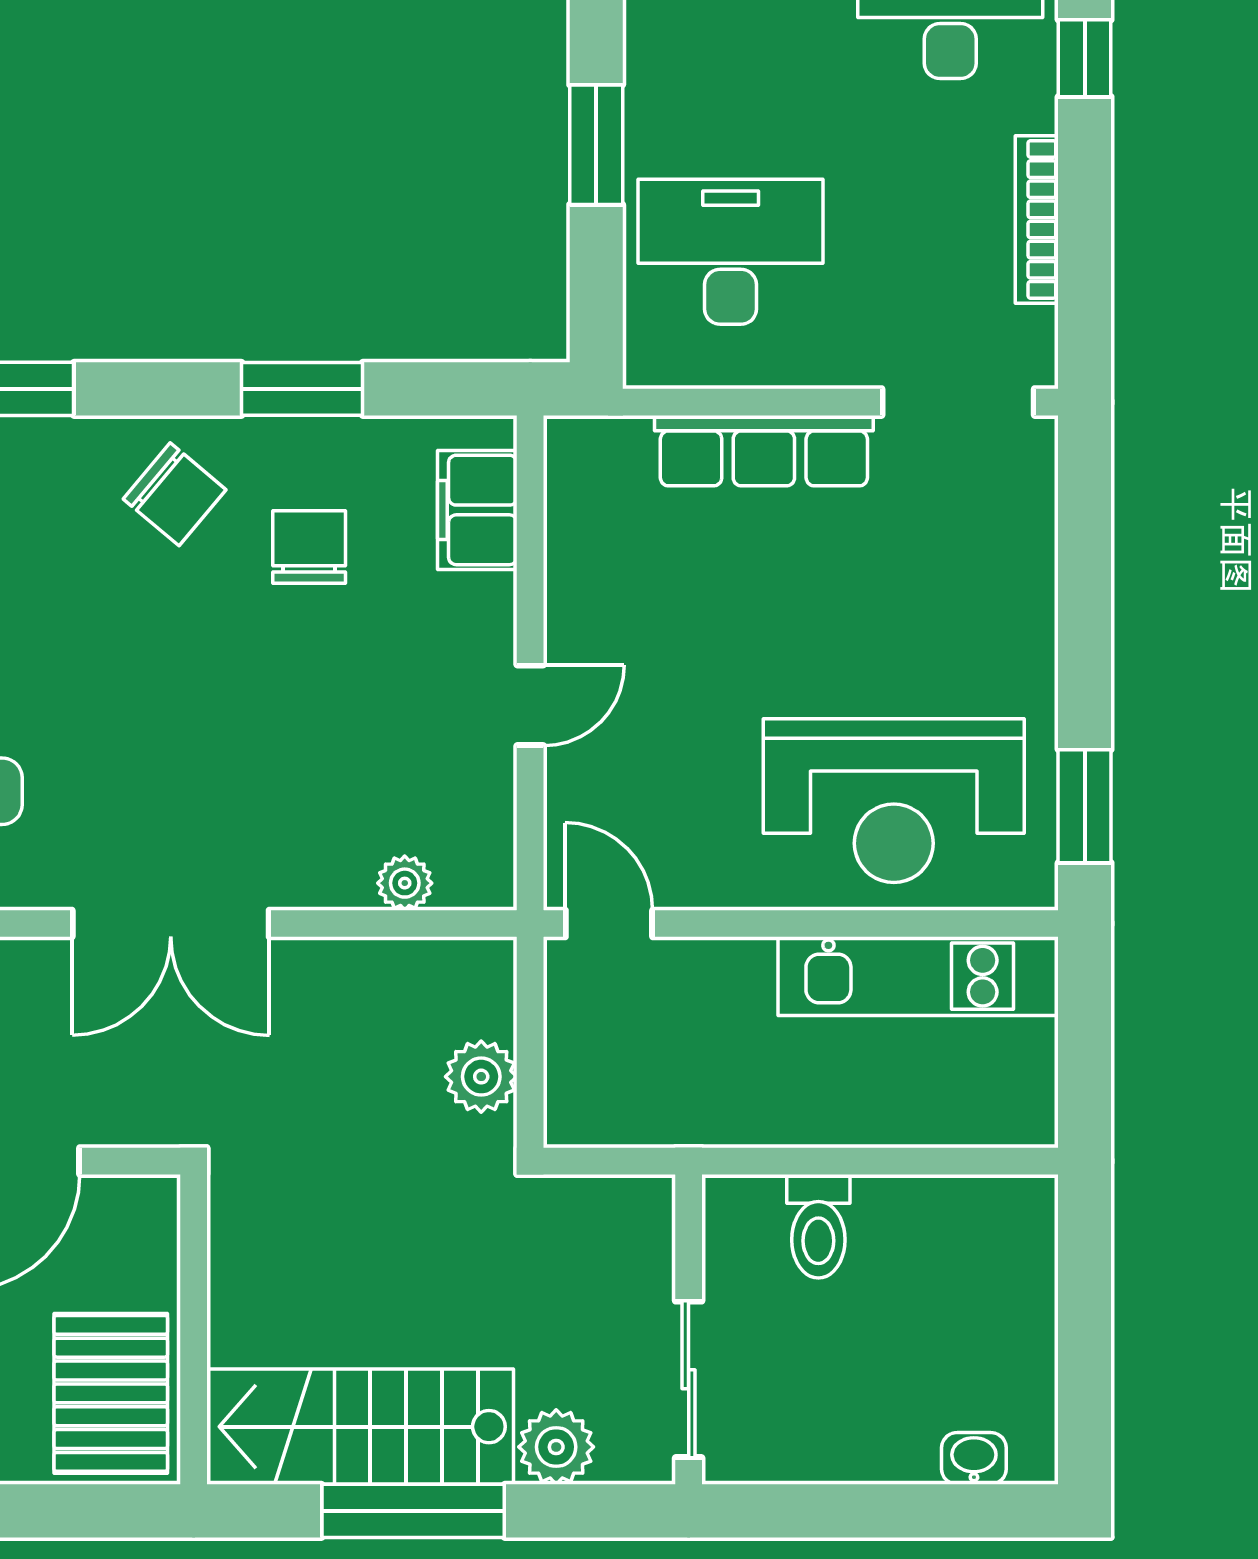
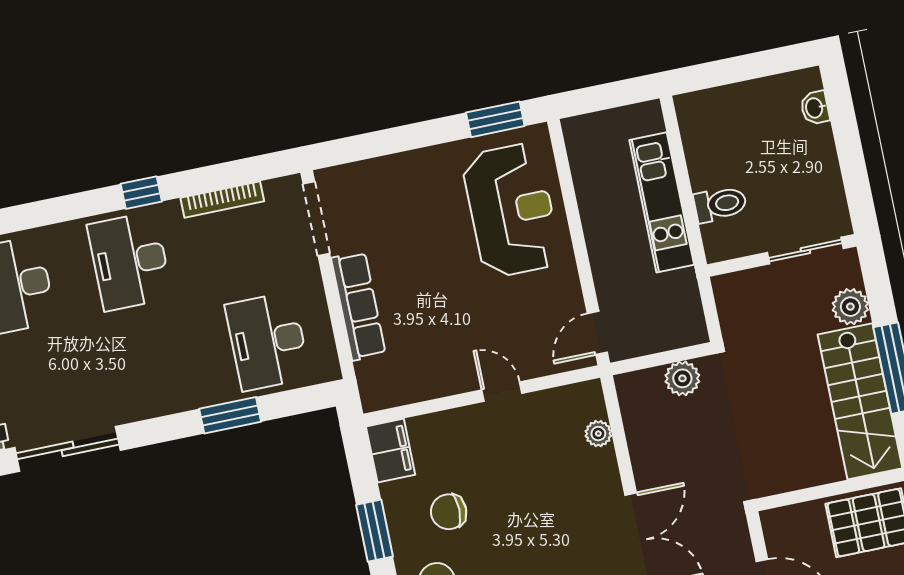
filing cabinet: (477, 510) -> (391, 451), moved, turned -90
kitchen unit: (918, 976) -> (662, 202), moved, turned 180

